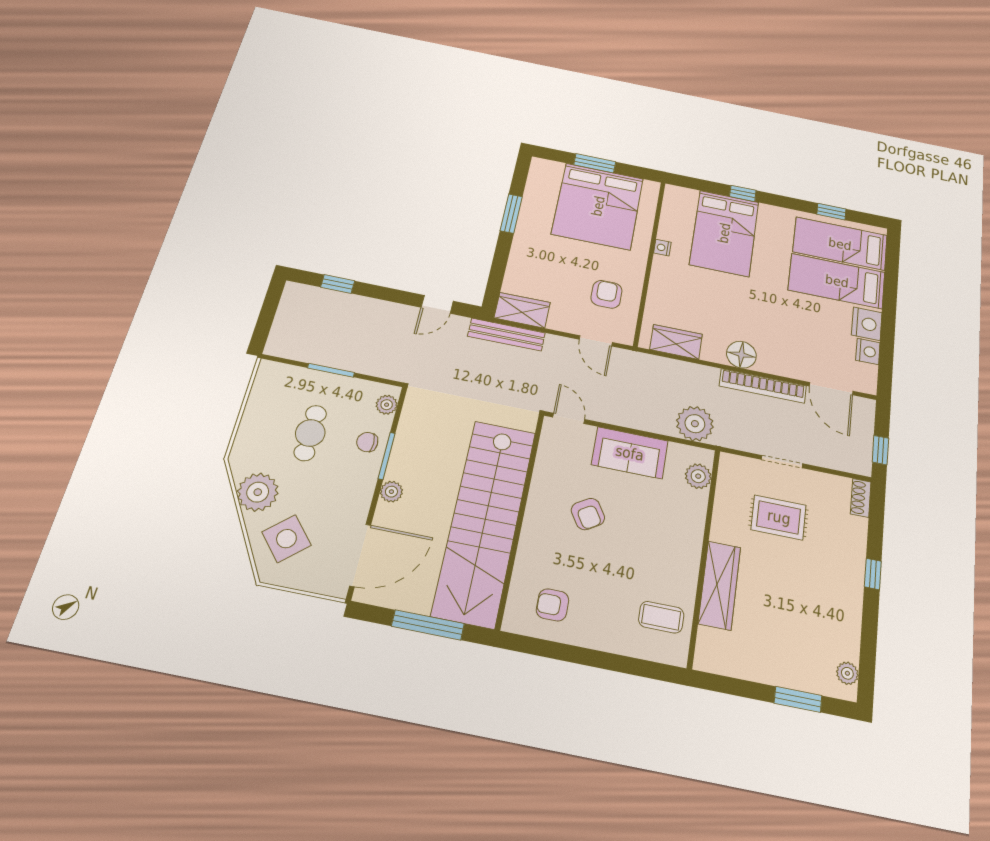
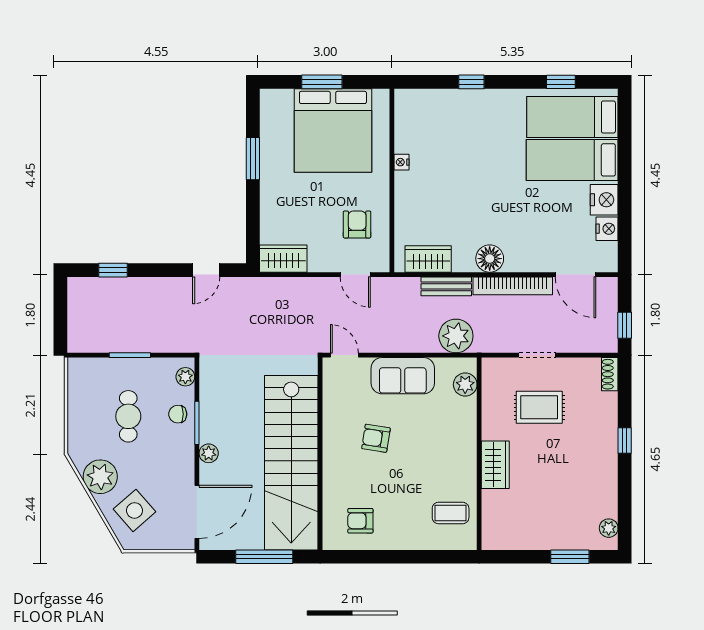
bed: (724, 233) -> (459, 132), removed
bench: (506, 335) -> (446, 286), moved, width x0.73
armchair: (588, 514) -> (376, 438), turned 131
wardrobe: (719, 585) -> (495, 465), width x0.67

